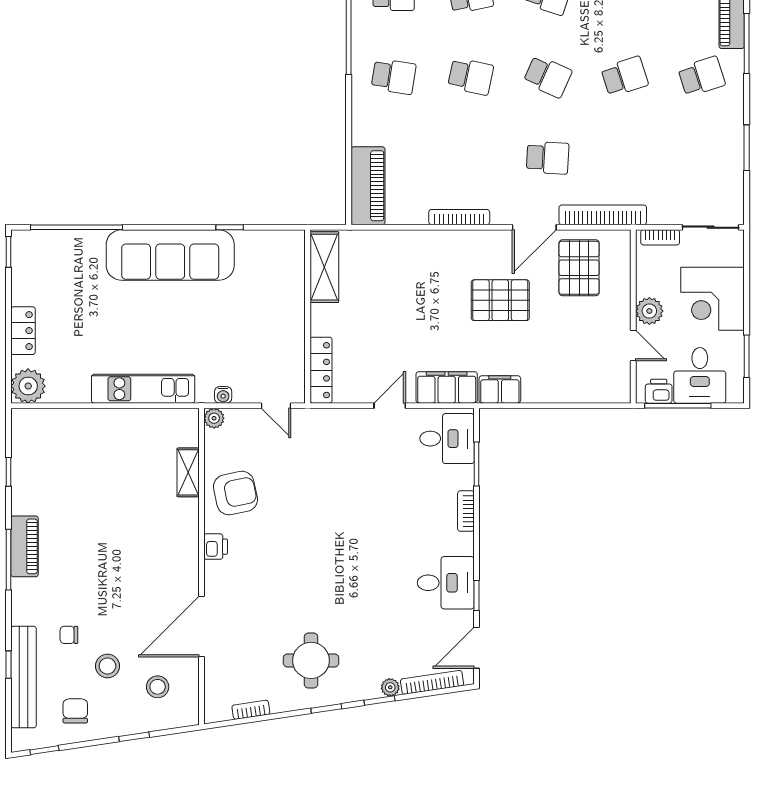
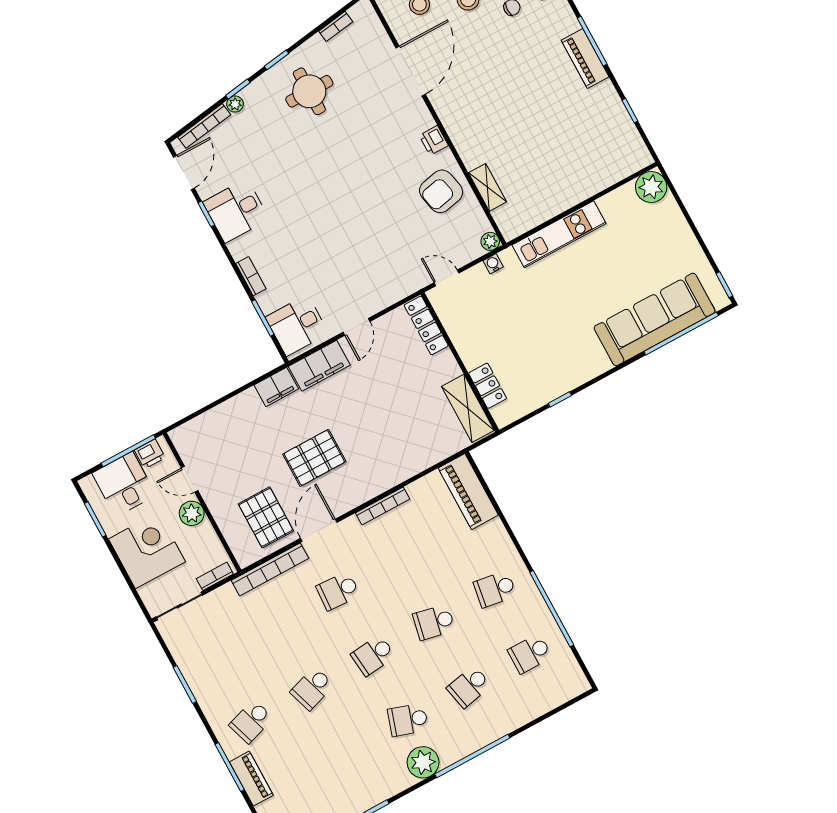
school desk: (548, 76) -> (373, 655), turned -30
sofa: (170, 255) -> (655, 319), moved
locker: (23, 331) -> (488, 386), moved, turned 180

